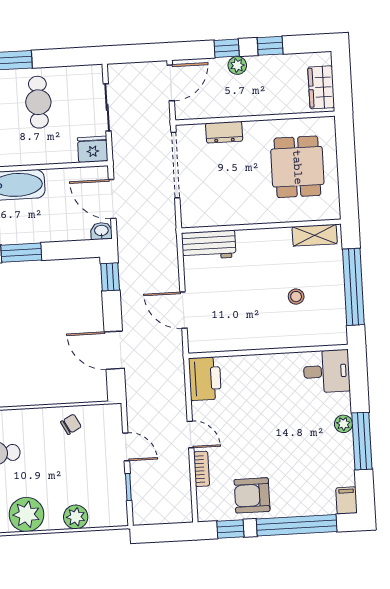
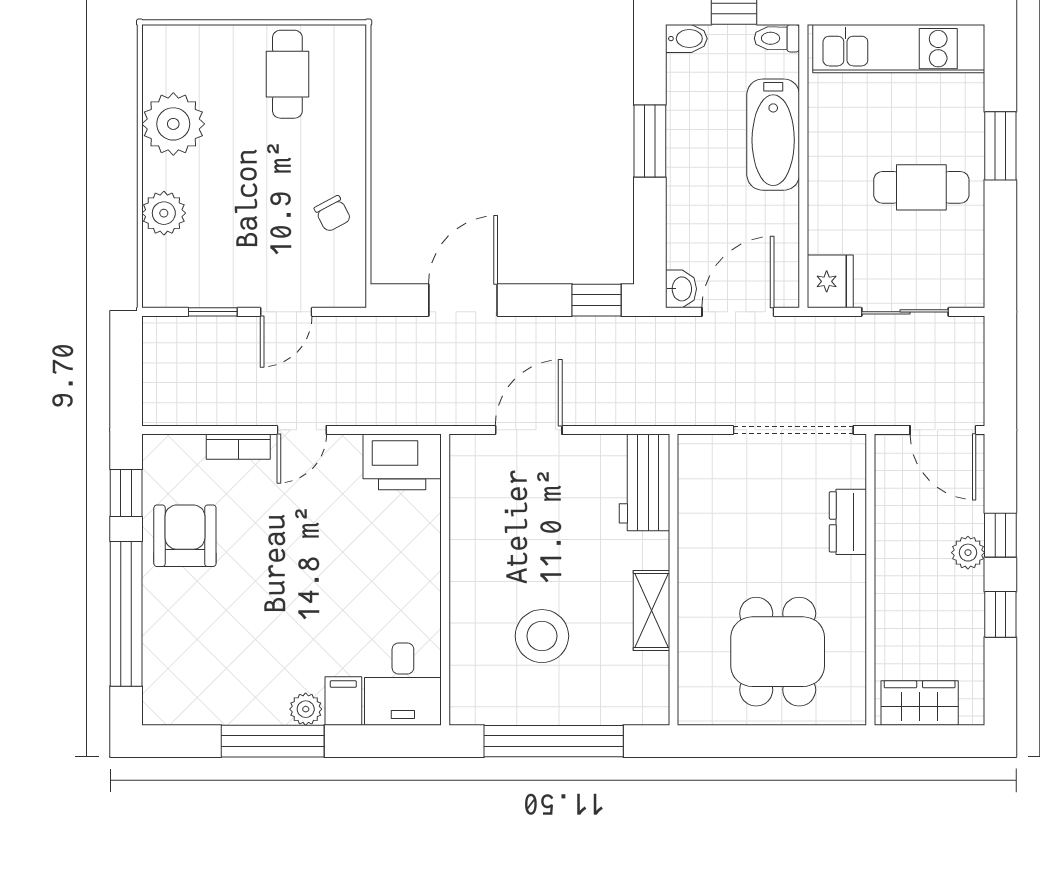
dining table: (297, 167) -> (778, 652), turned 90
shelving: (315, 235) -> (651, 610), moved
stool: (296, 297) -> (542, 636), width x1.89, depth x1.89
filing cabinet: (347, 500) -> (343, 701), moved, turned -90

